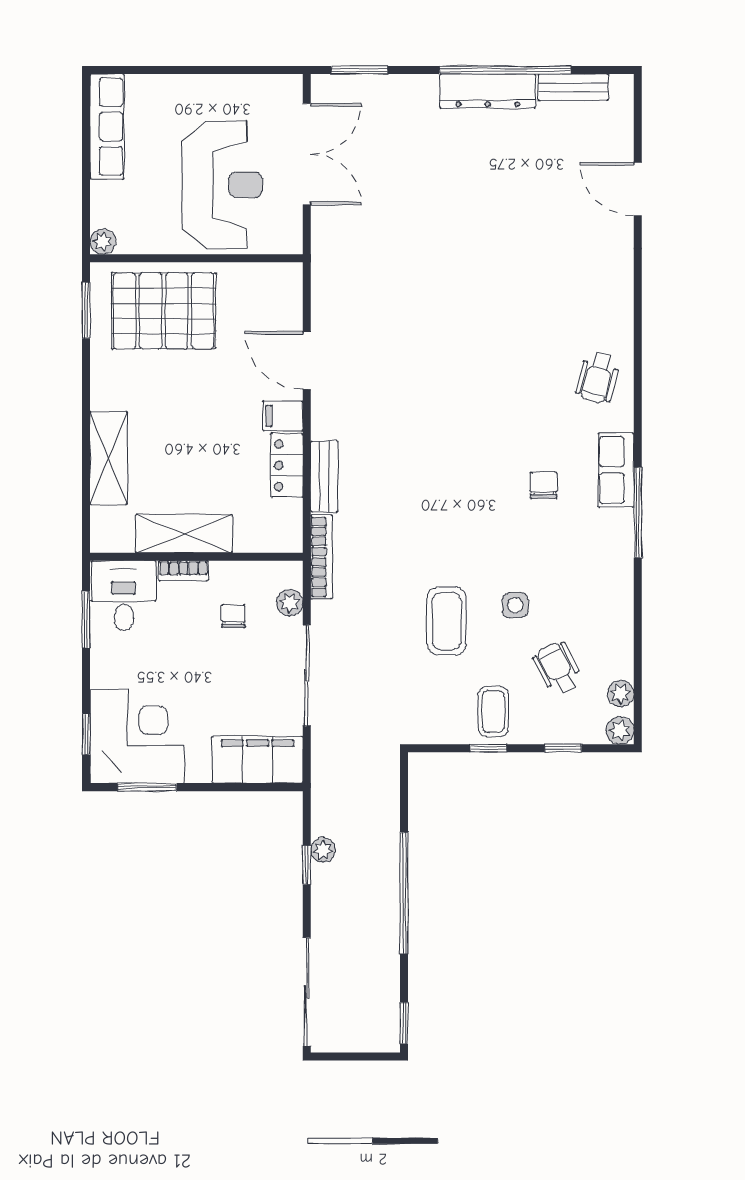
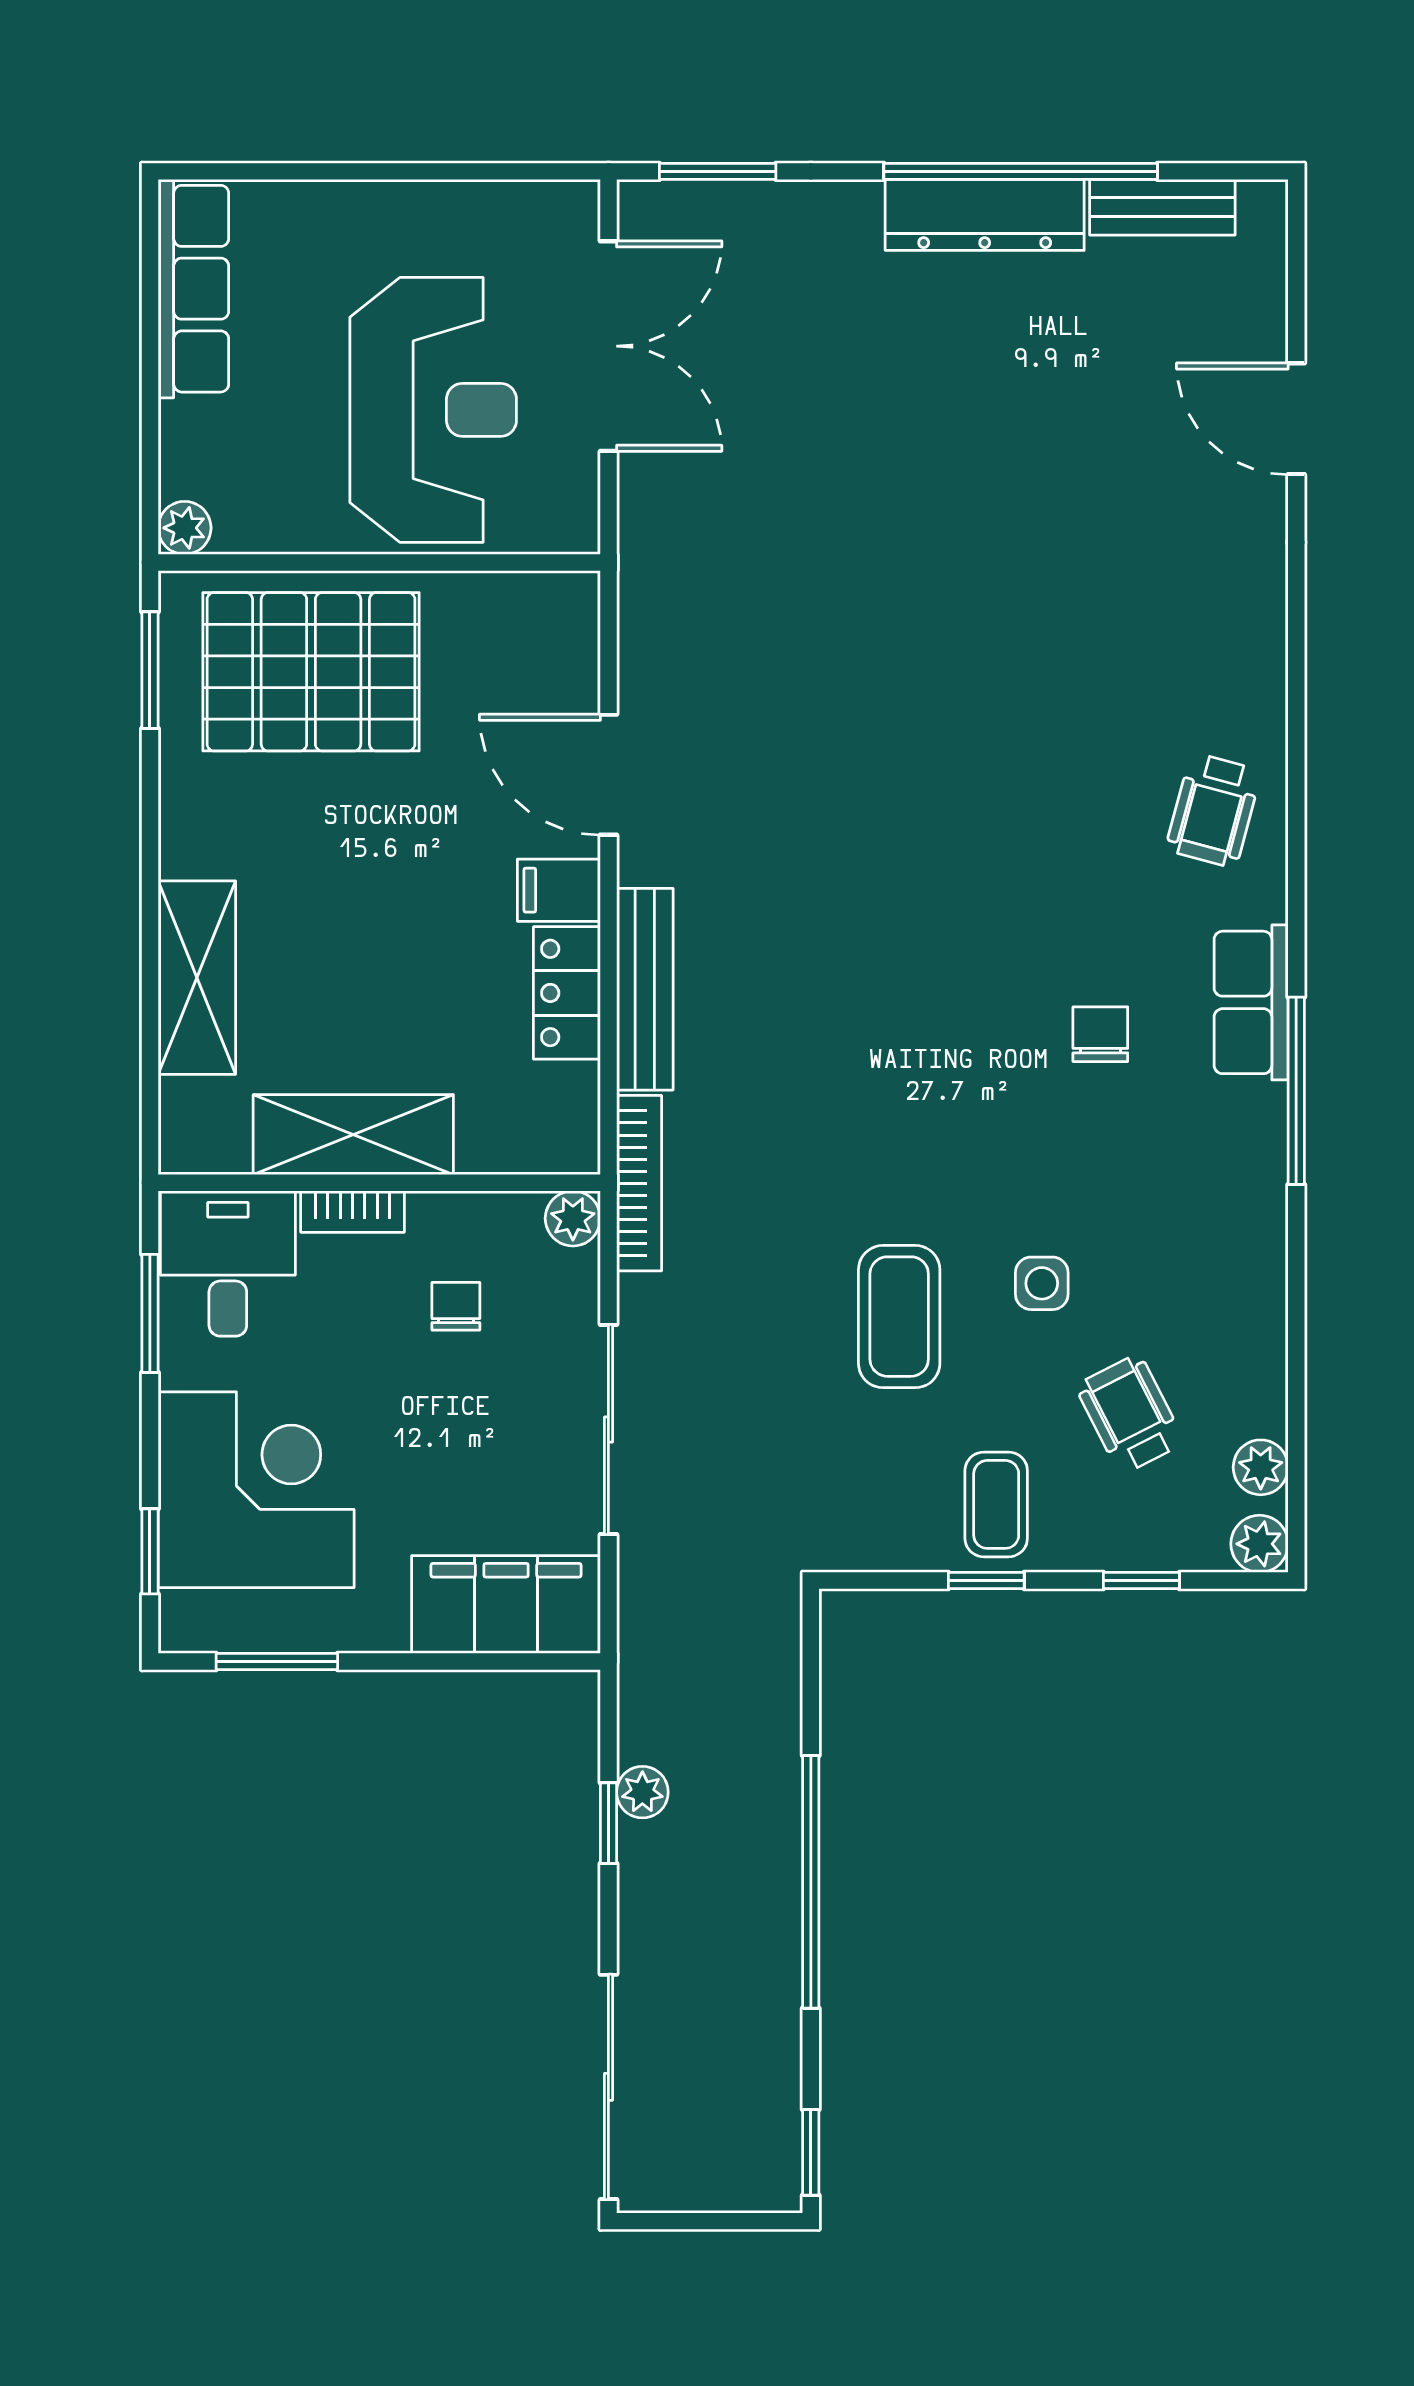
bench: (324, 477) -> (645, 989), width x1.36
plant: (290, 603) -> (573, 1218), moved
corner desk: (137, 736) -> (256, 1490), moved

